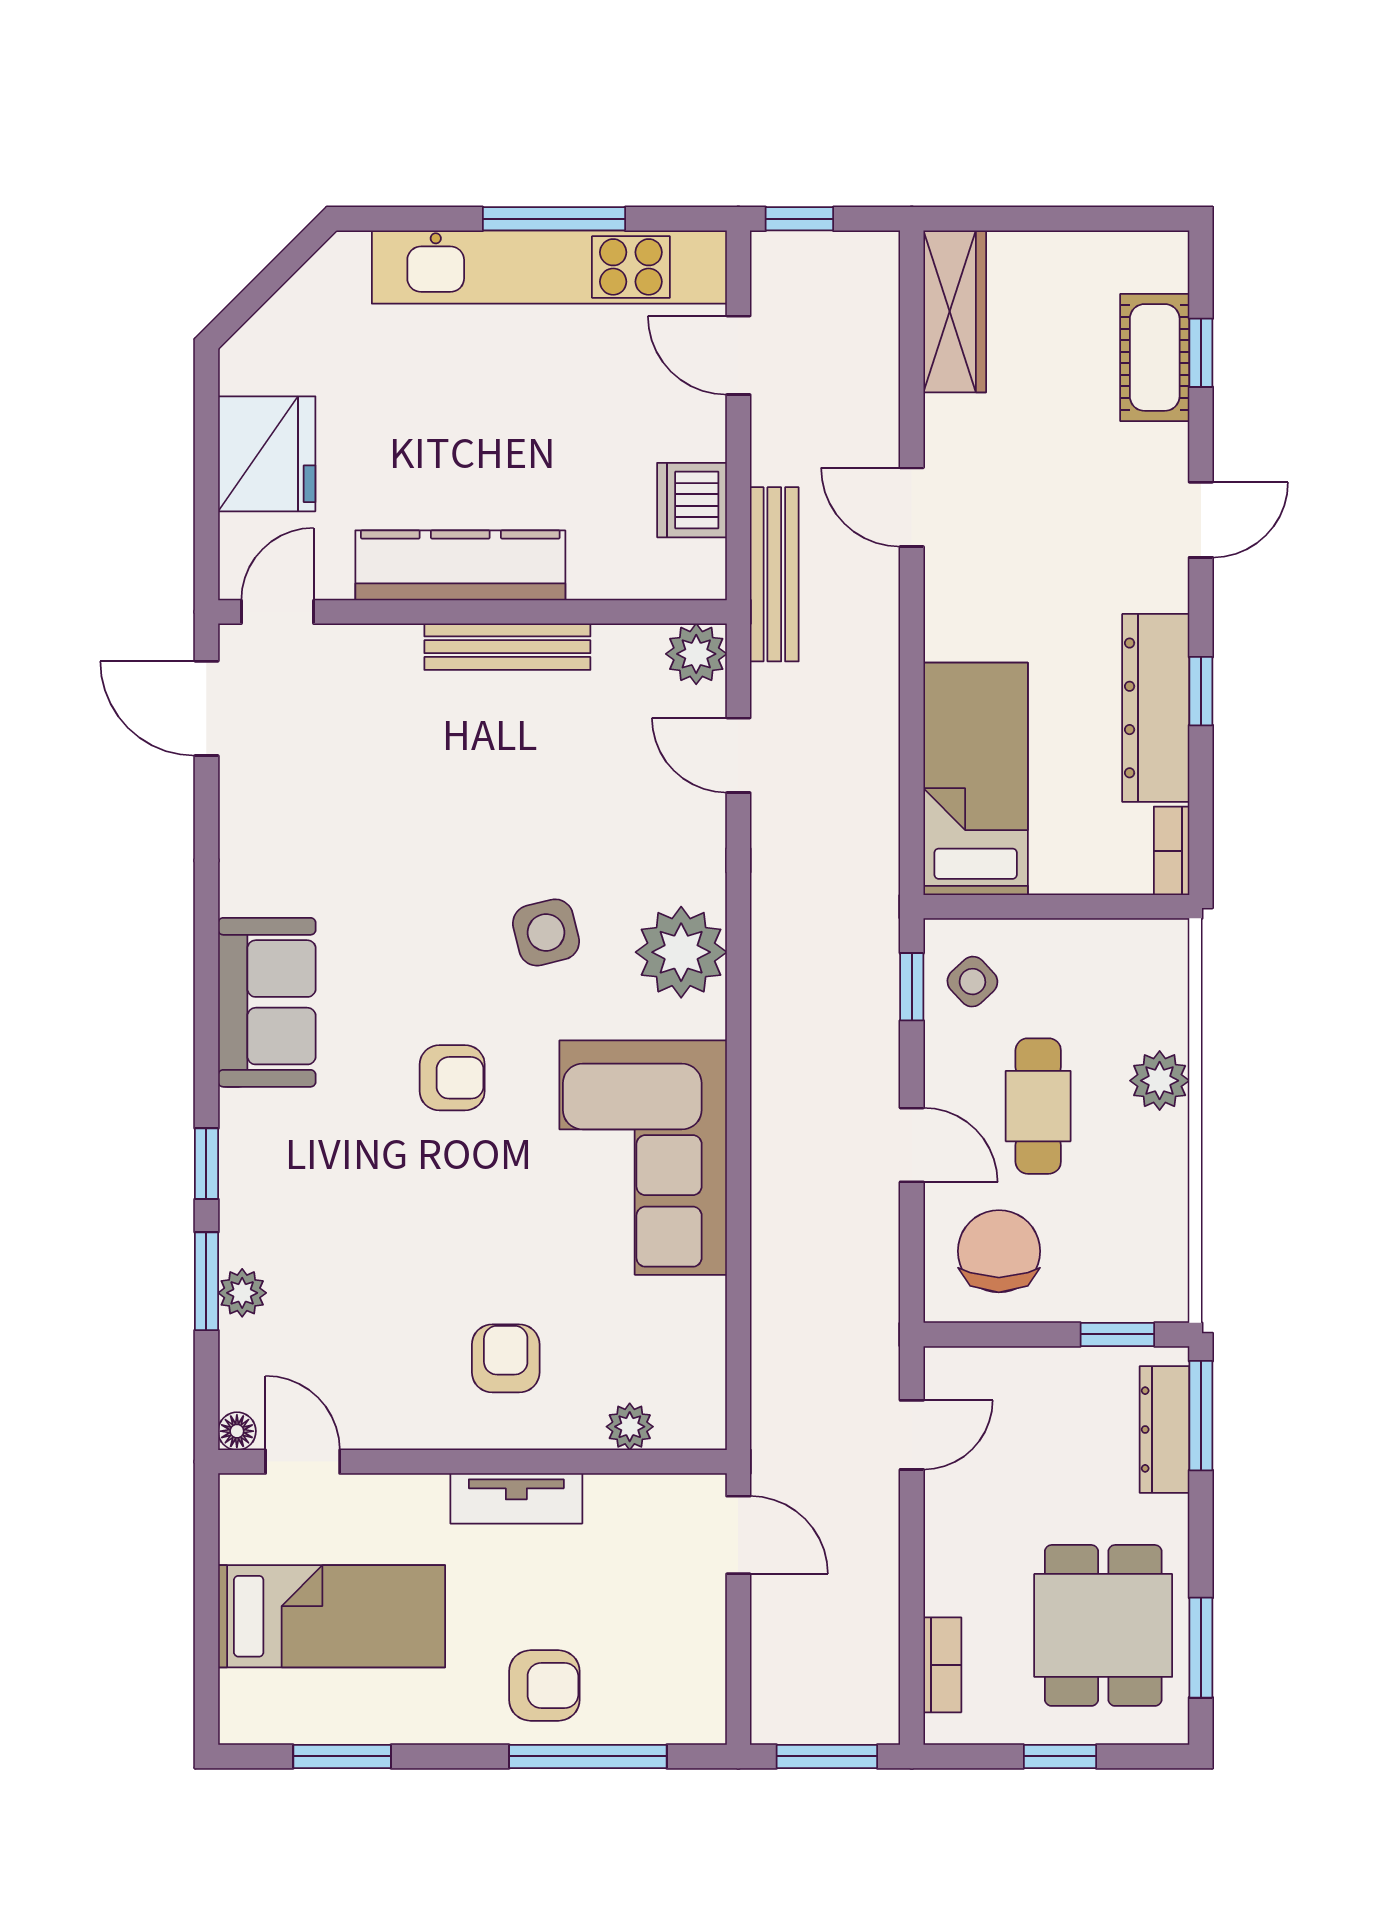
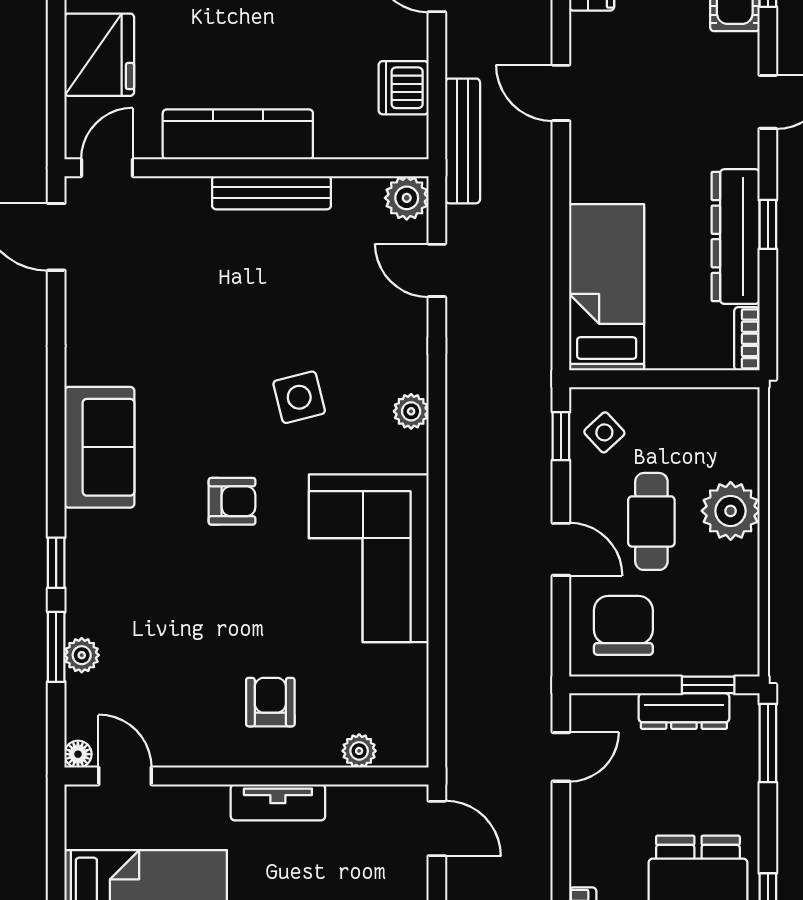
plant: (681, 952) -> (411, 411), width x0.53, depth x0.53
plant: (1160, 1081) -> (731, 511), width x1.36, depth x1.36
dresser: (1164, 1429) -> (684, 711), moved, turned -90

